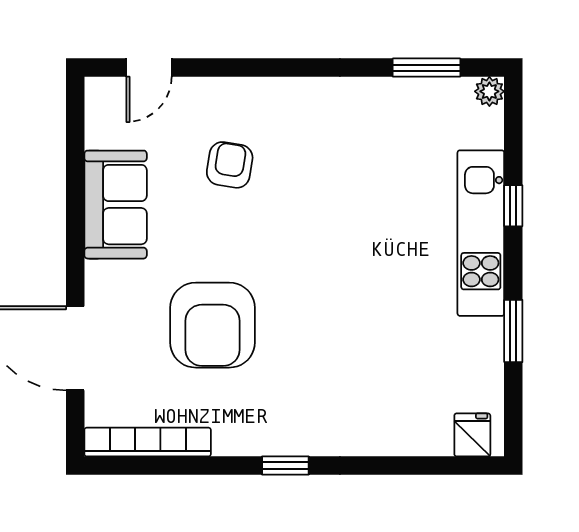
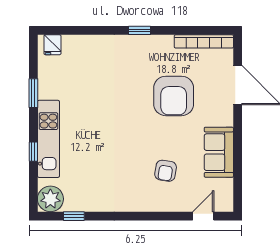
window: (427, 68) -> (74, 216), width x0.67
plant: (489, 91) -> (50, 199), width x1.87, depth x1.87
armchair: (213, 325) -> (174, 96), turned 180

